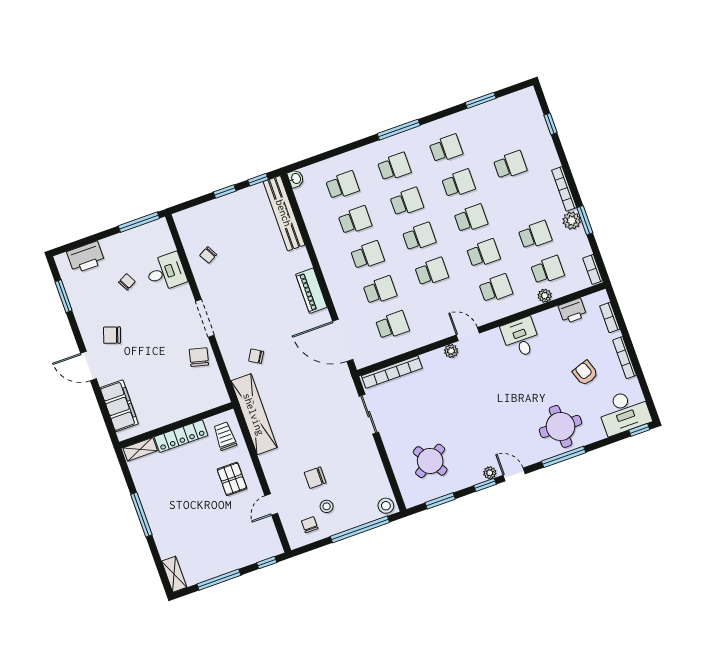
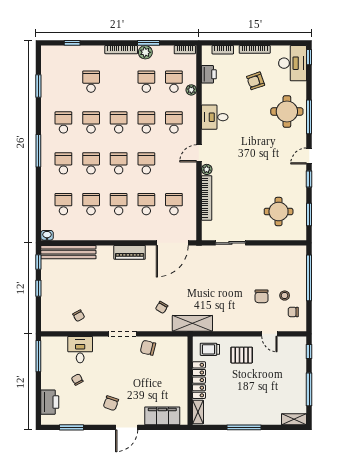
bookcase: (392, 372) -> (207, 198), moved
shelving: (254, 414) -> (192, 323), width x0.68
round table: (430, 461) -> (279, 212), turned 32
plant: (490, 473) -> (302, 173), removed
stool: (386, 506) -> (299, 254), removed

